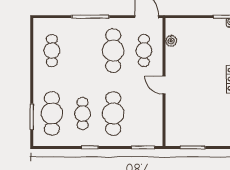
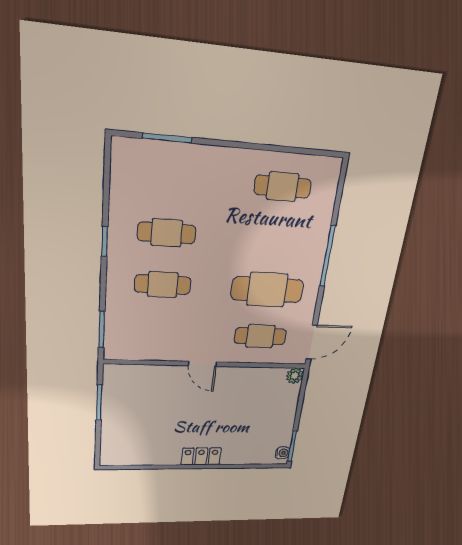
plant: (171, 41) -> (295, 376), moved
door: (164, 85) -> (202, 364), swing flipped
cafe table: (52, 114) -> (171, 177), removed
cafe table: (113, 114) -> (163, 285), width x0.73, depth x0.74

